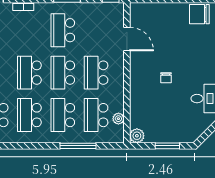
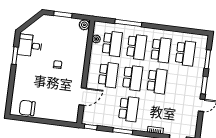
chair: (199, 14) -> (27, 108), turned 180
door: (127, 39) -> (83, 96), swing flipped

